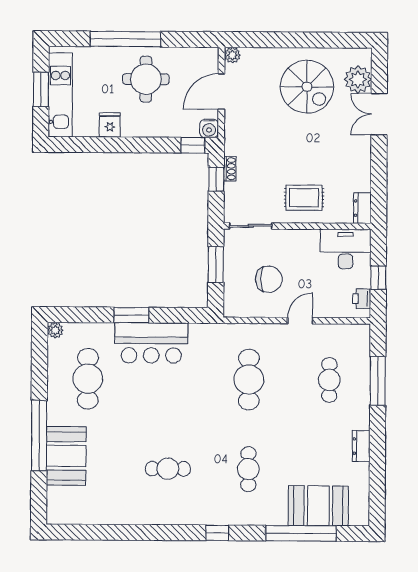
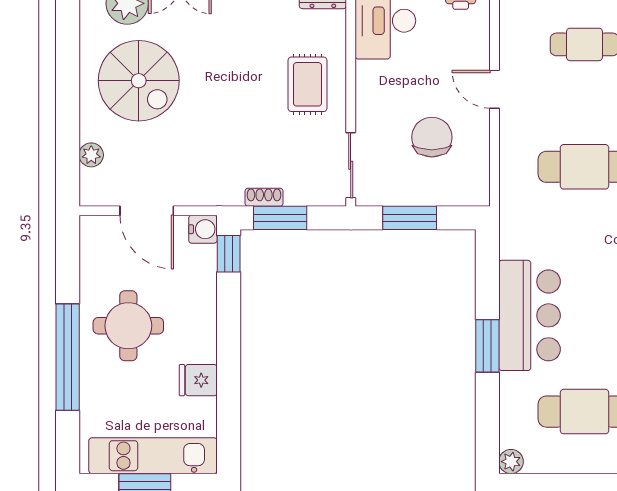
plant: (232, 55) -> (91, 155), moved
spiral stairs: (307, 87) -> (139, 81), turned 90
window: (216, 179) -> (280, 218), width x1.50

